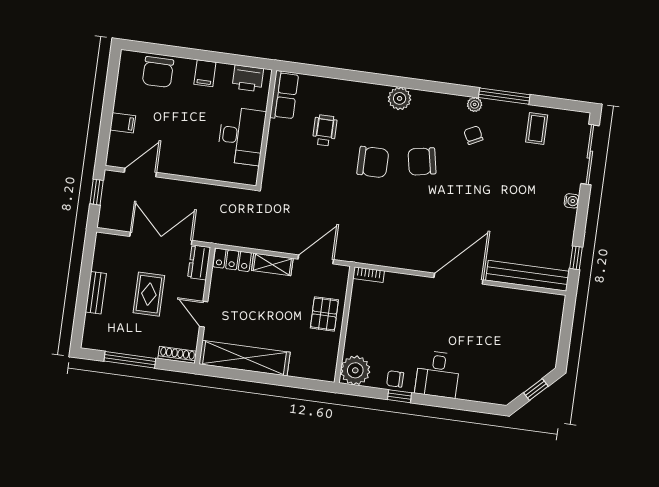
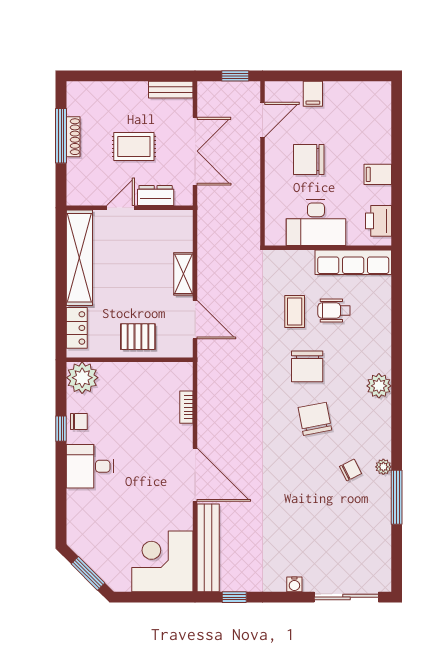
chair: (158, 72) -> (309, 160), moved
row of seats: (284, 95) -> (353, 262), width x1.48
coffee table: (537, 128) -> (295, 311), moved, turned 90
wheelchair: (325, 130) -> (334, 311), turned 180
door: (140, 172) -> (263, 120), hinge flipped
locker: (232, 260) -> (77, 328), moved, turned 180
dresser: (199, 262) -> (156, 196), moved
bookcase: (369, 275) -> (186, 407), moved
bench: (96, 293) -> (171, 90), moved
corner desk: (534, 319) -> (162, 561), added
shoe rack: (177, 355) -> (73, 137), moved
chair: (395, 379) -> (79, 422), turned 90
window: (536, 389) -> (88, 573), width x1.50

